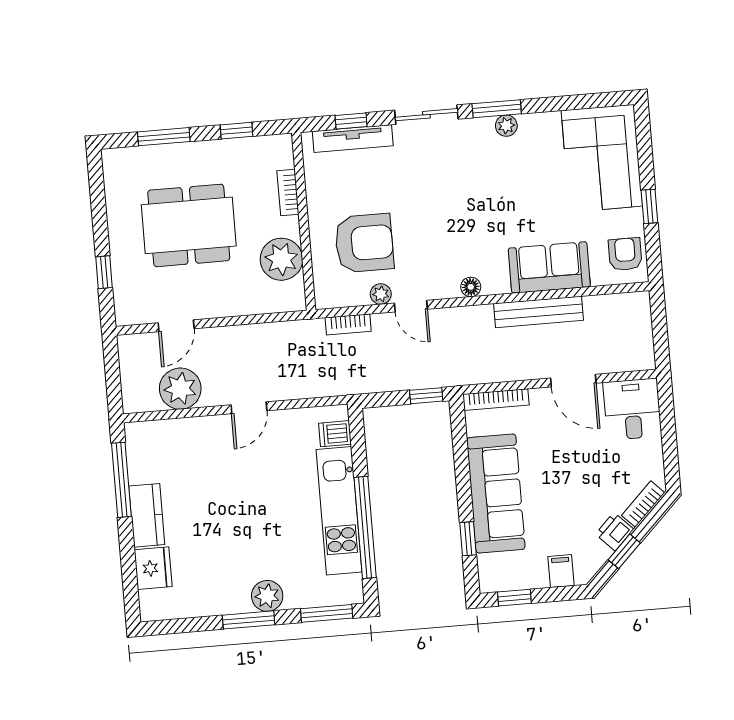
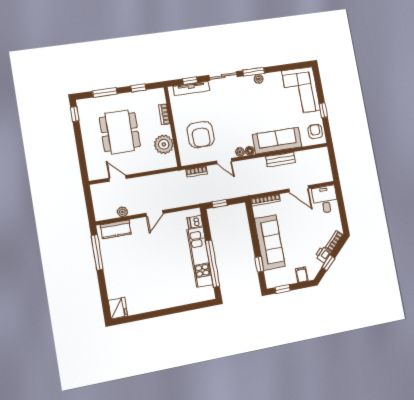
dining table: (189, 225) -> (120, 132), turned 90
armchair: (364, 243) -> (201, 135), turned 90
sofa: (549, 267) -> (277, 141), width x1.36
window: (104, 272) -> (75, 114), moved
plant: (381, 294) -> (240, 152), moved
bench: (538, 312) -> (280, 160), width x0.73
door: (176, 326) -> (117, 178), swing flipped
plant: (180, 389) -> (122, 212), width x0.53, depth x0.53
window: (426, 396) -> (220, 204), moved
kitchen counter: (147, 515) -> (116, 229), moved, turned 90
fridge: (153, 568) -> (118, 308), moved
plant: (267, 596) -> (170, 300), removed
window: (327, 613) -> (198, 305), removed
window: (249, 620) -> (162, 312), removed

